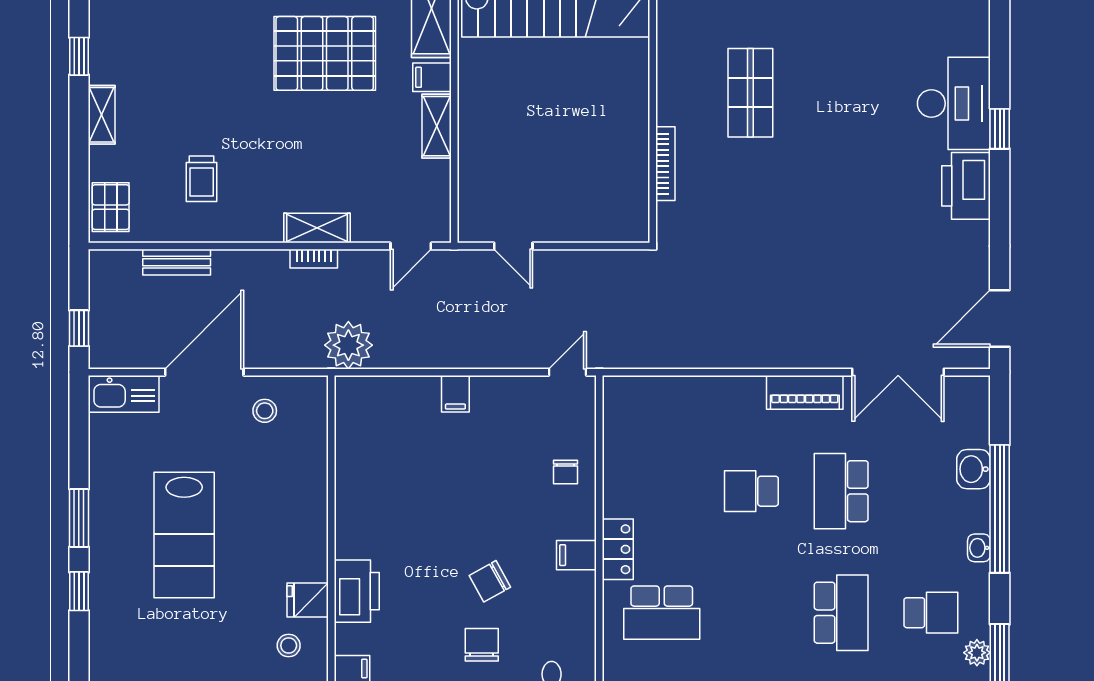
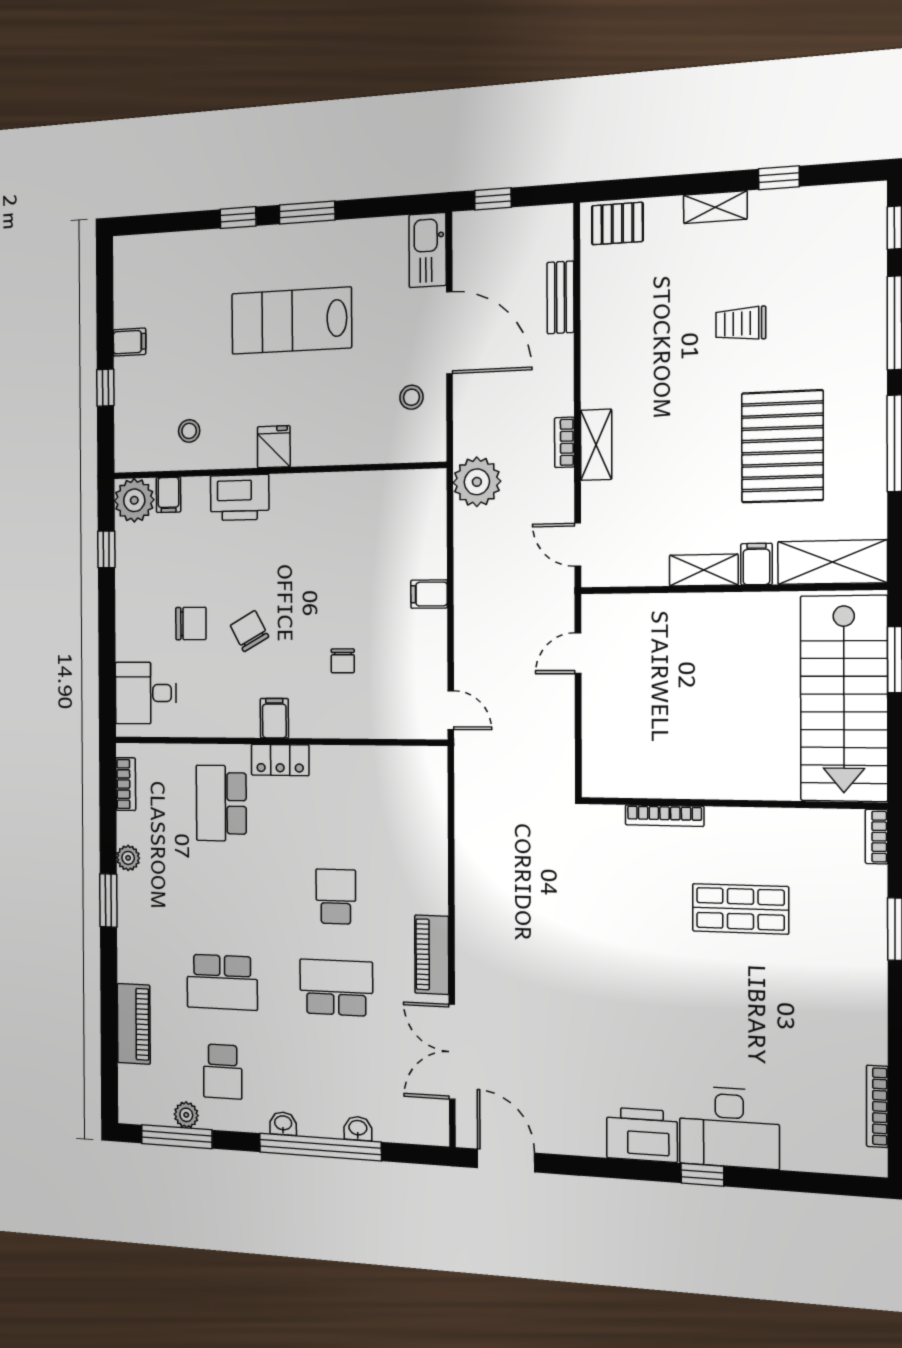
trolley: (202, 179) -> (741, 324), moved
washbasin: (974, 469) -> (358, 1128), width x0.72, depth x0.69
chair: (566, 472) -> (343, 661), moved, turned -90
fridge: (308, 600) -> (274, 447), moved

